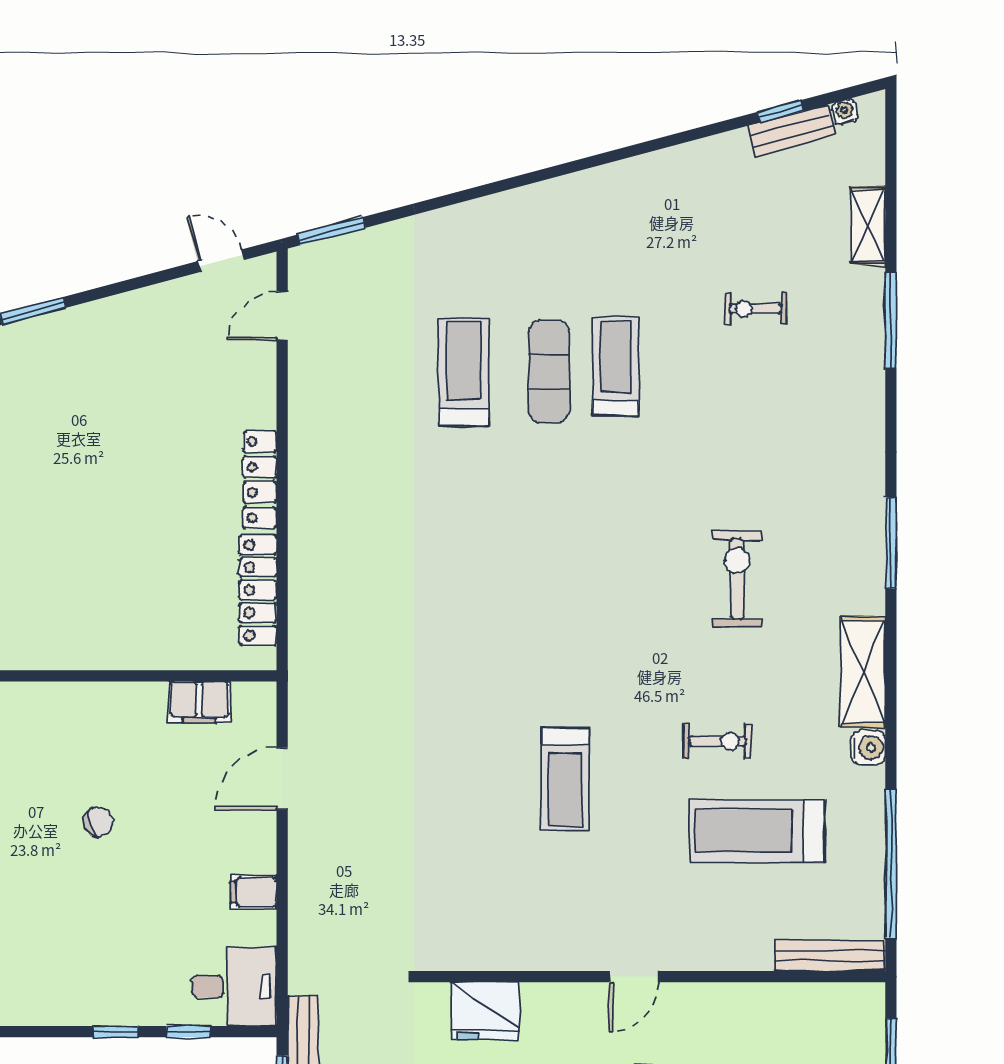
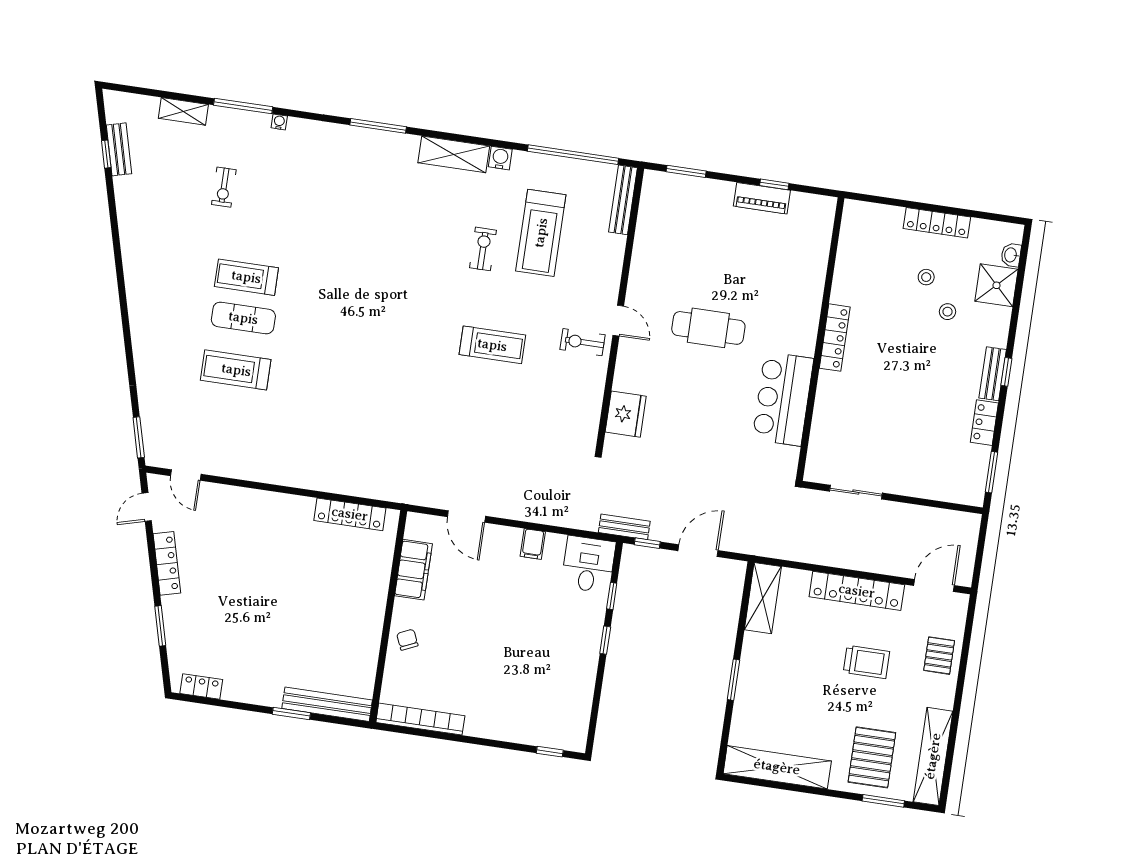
water cooler: (845, 112) -> (279, 122), moved, turned 105
locker: (260, 480) -> (167, 563), moved, turned -105
exercise bike: (737, 579) -> (583, 342), moved, width x0.73, depth x0.72
filing cabinet: (199, 702) -> (413, 570), width x1.50, depth x1.17
chair: (98, 822) -> (407, 640), moved

